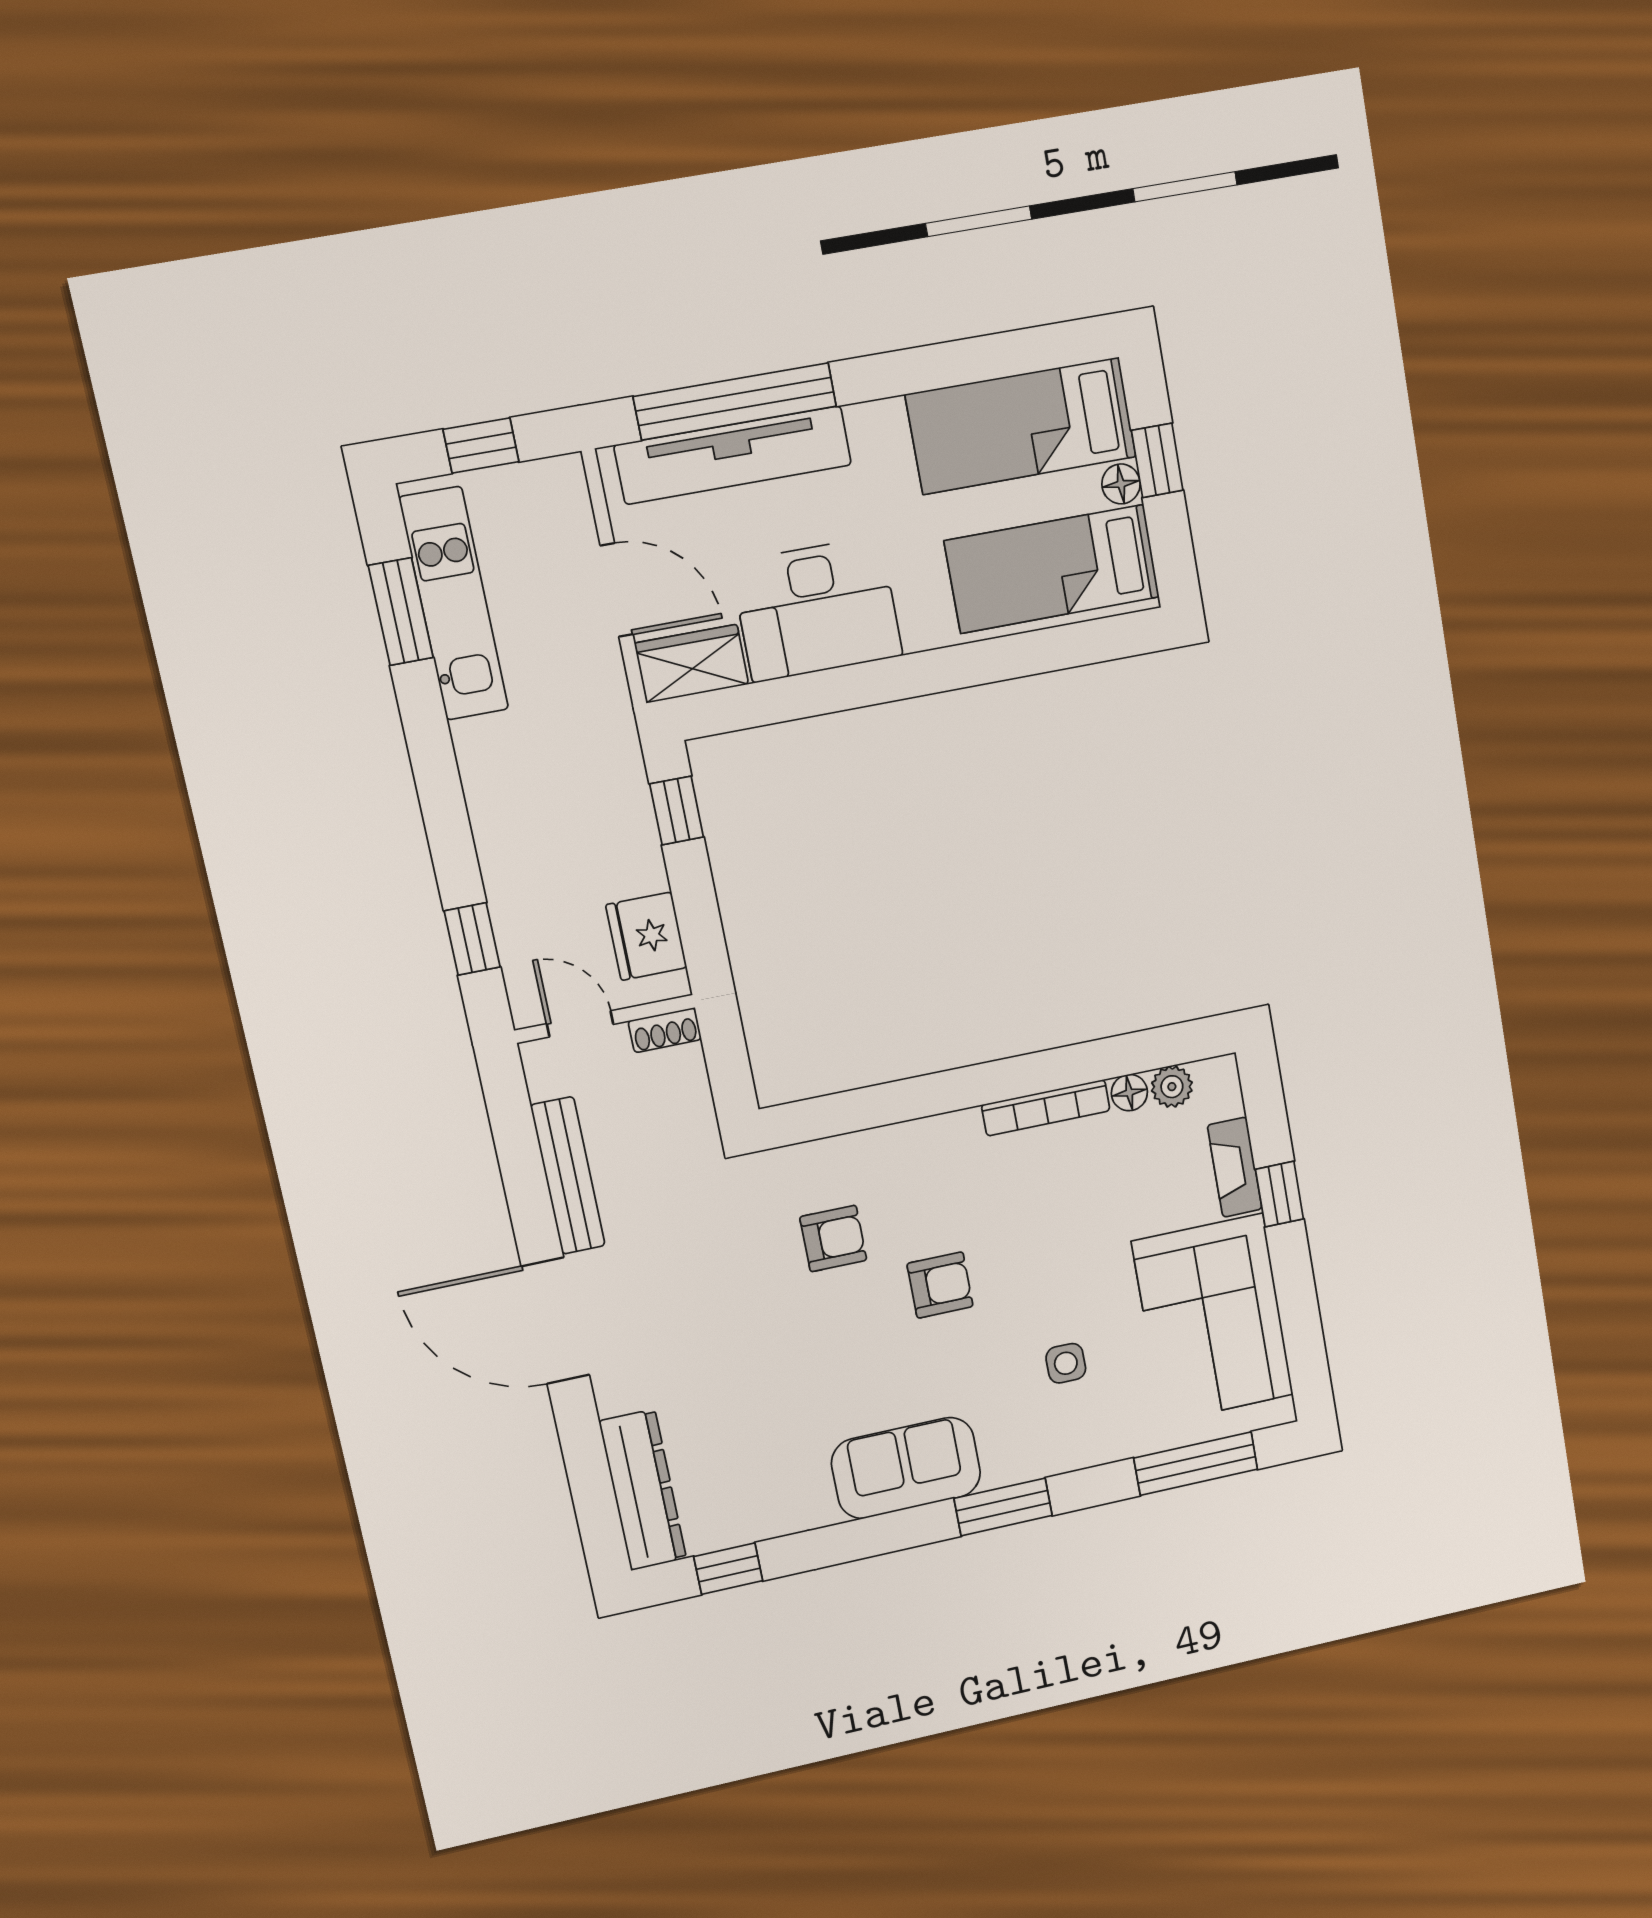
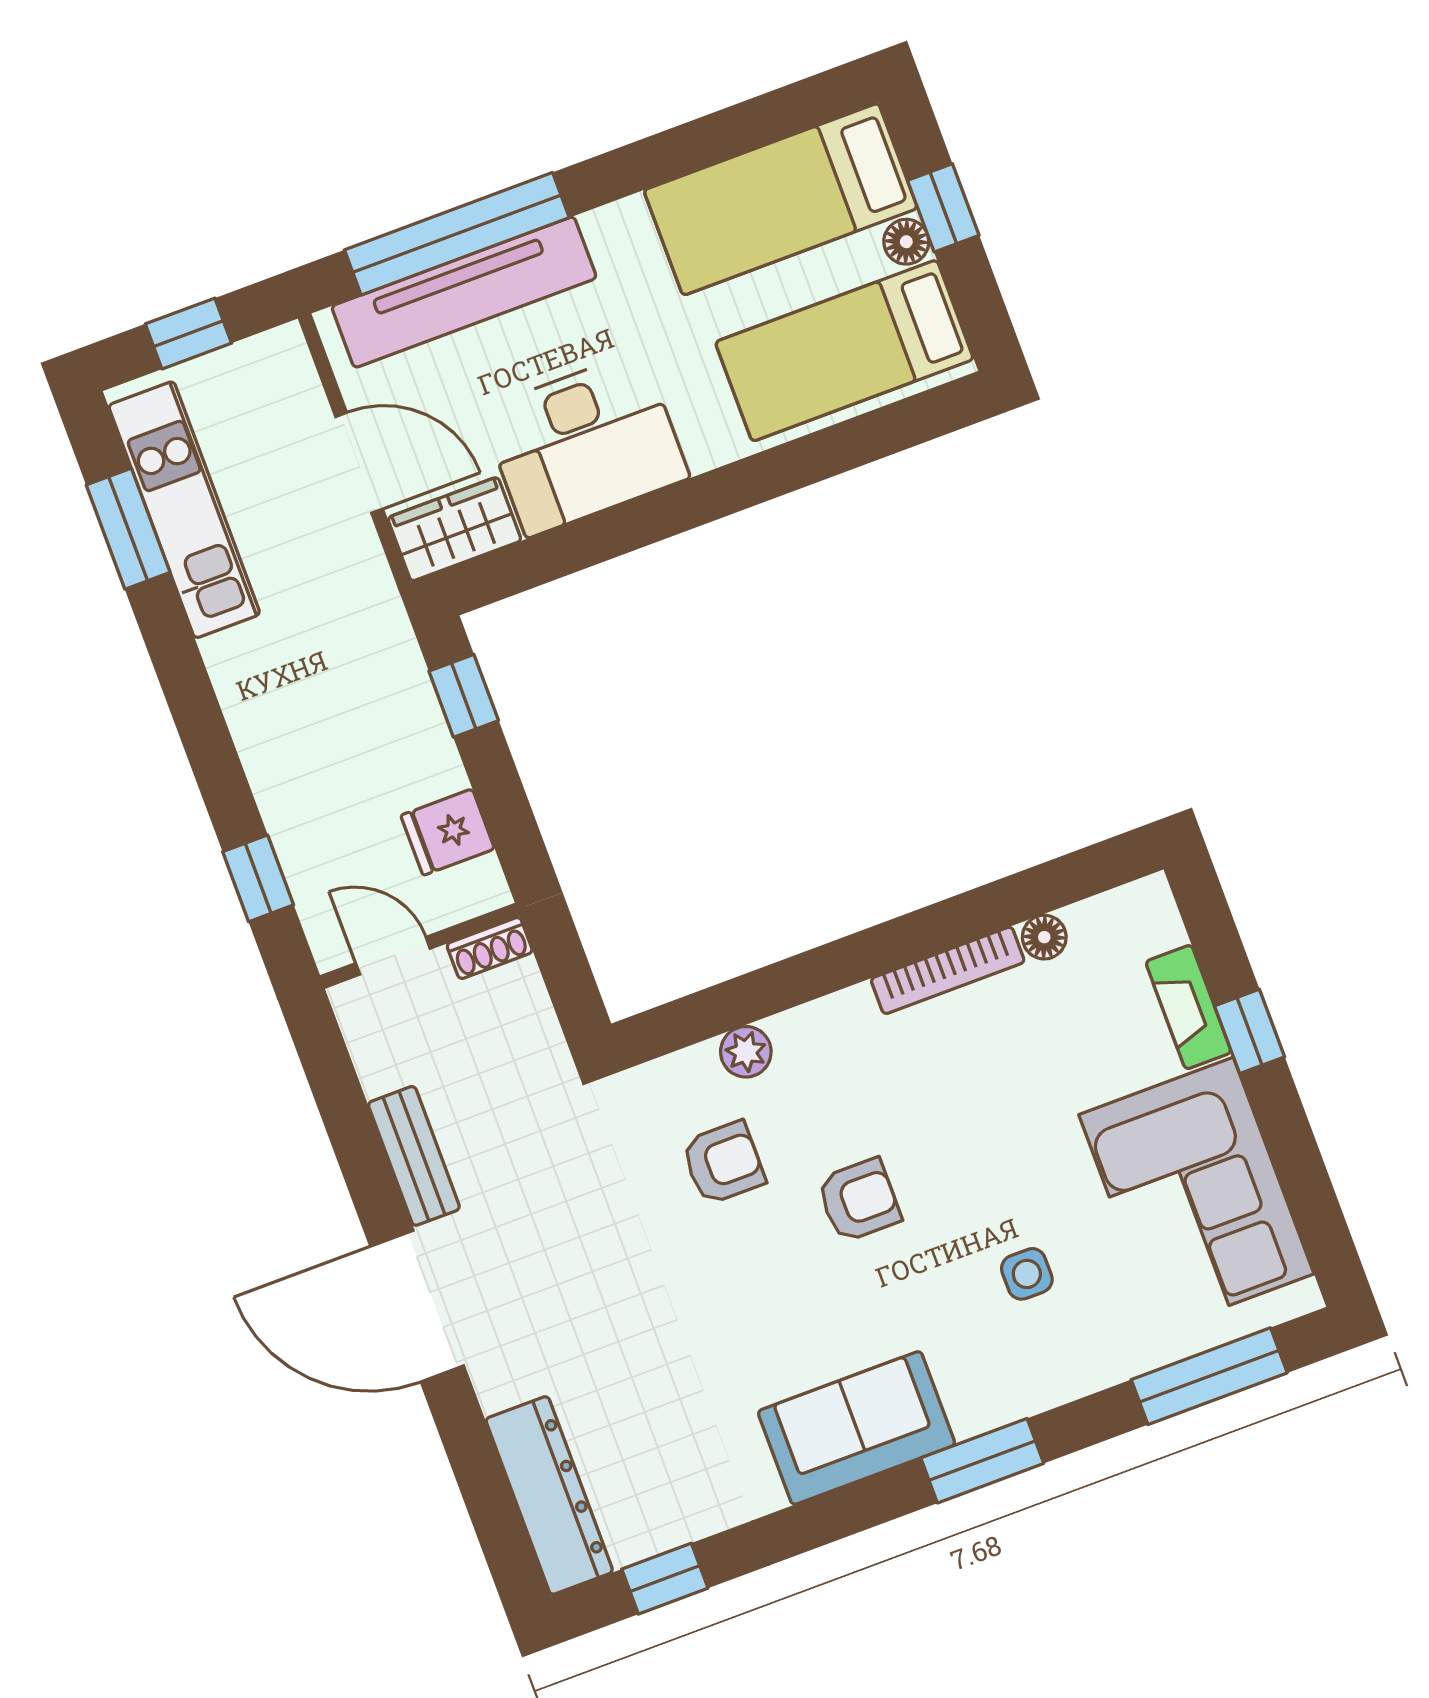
fridge: (646, 936) -> (448, 832), width x0.72
plant: (1172, 1087) -> (746, 1052), moved
bench: (568, 1176) -> (414, 1156), width x0.73

